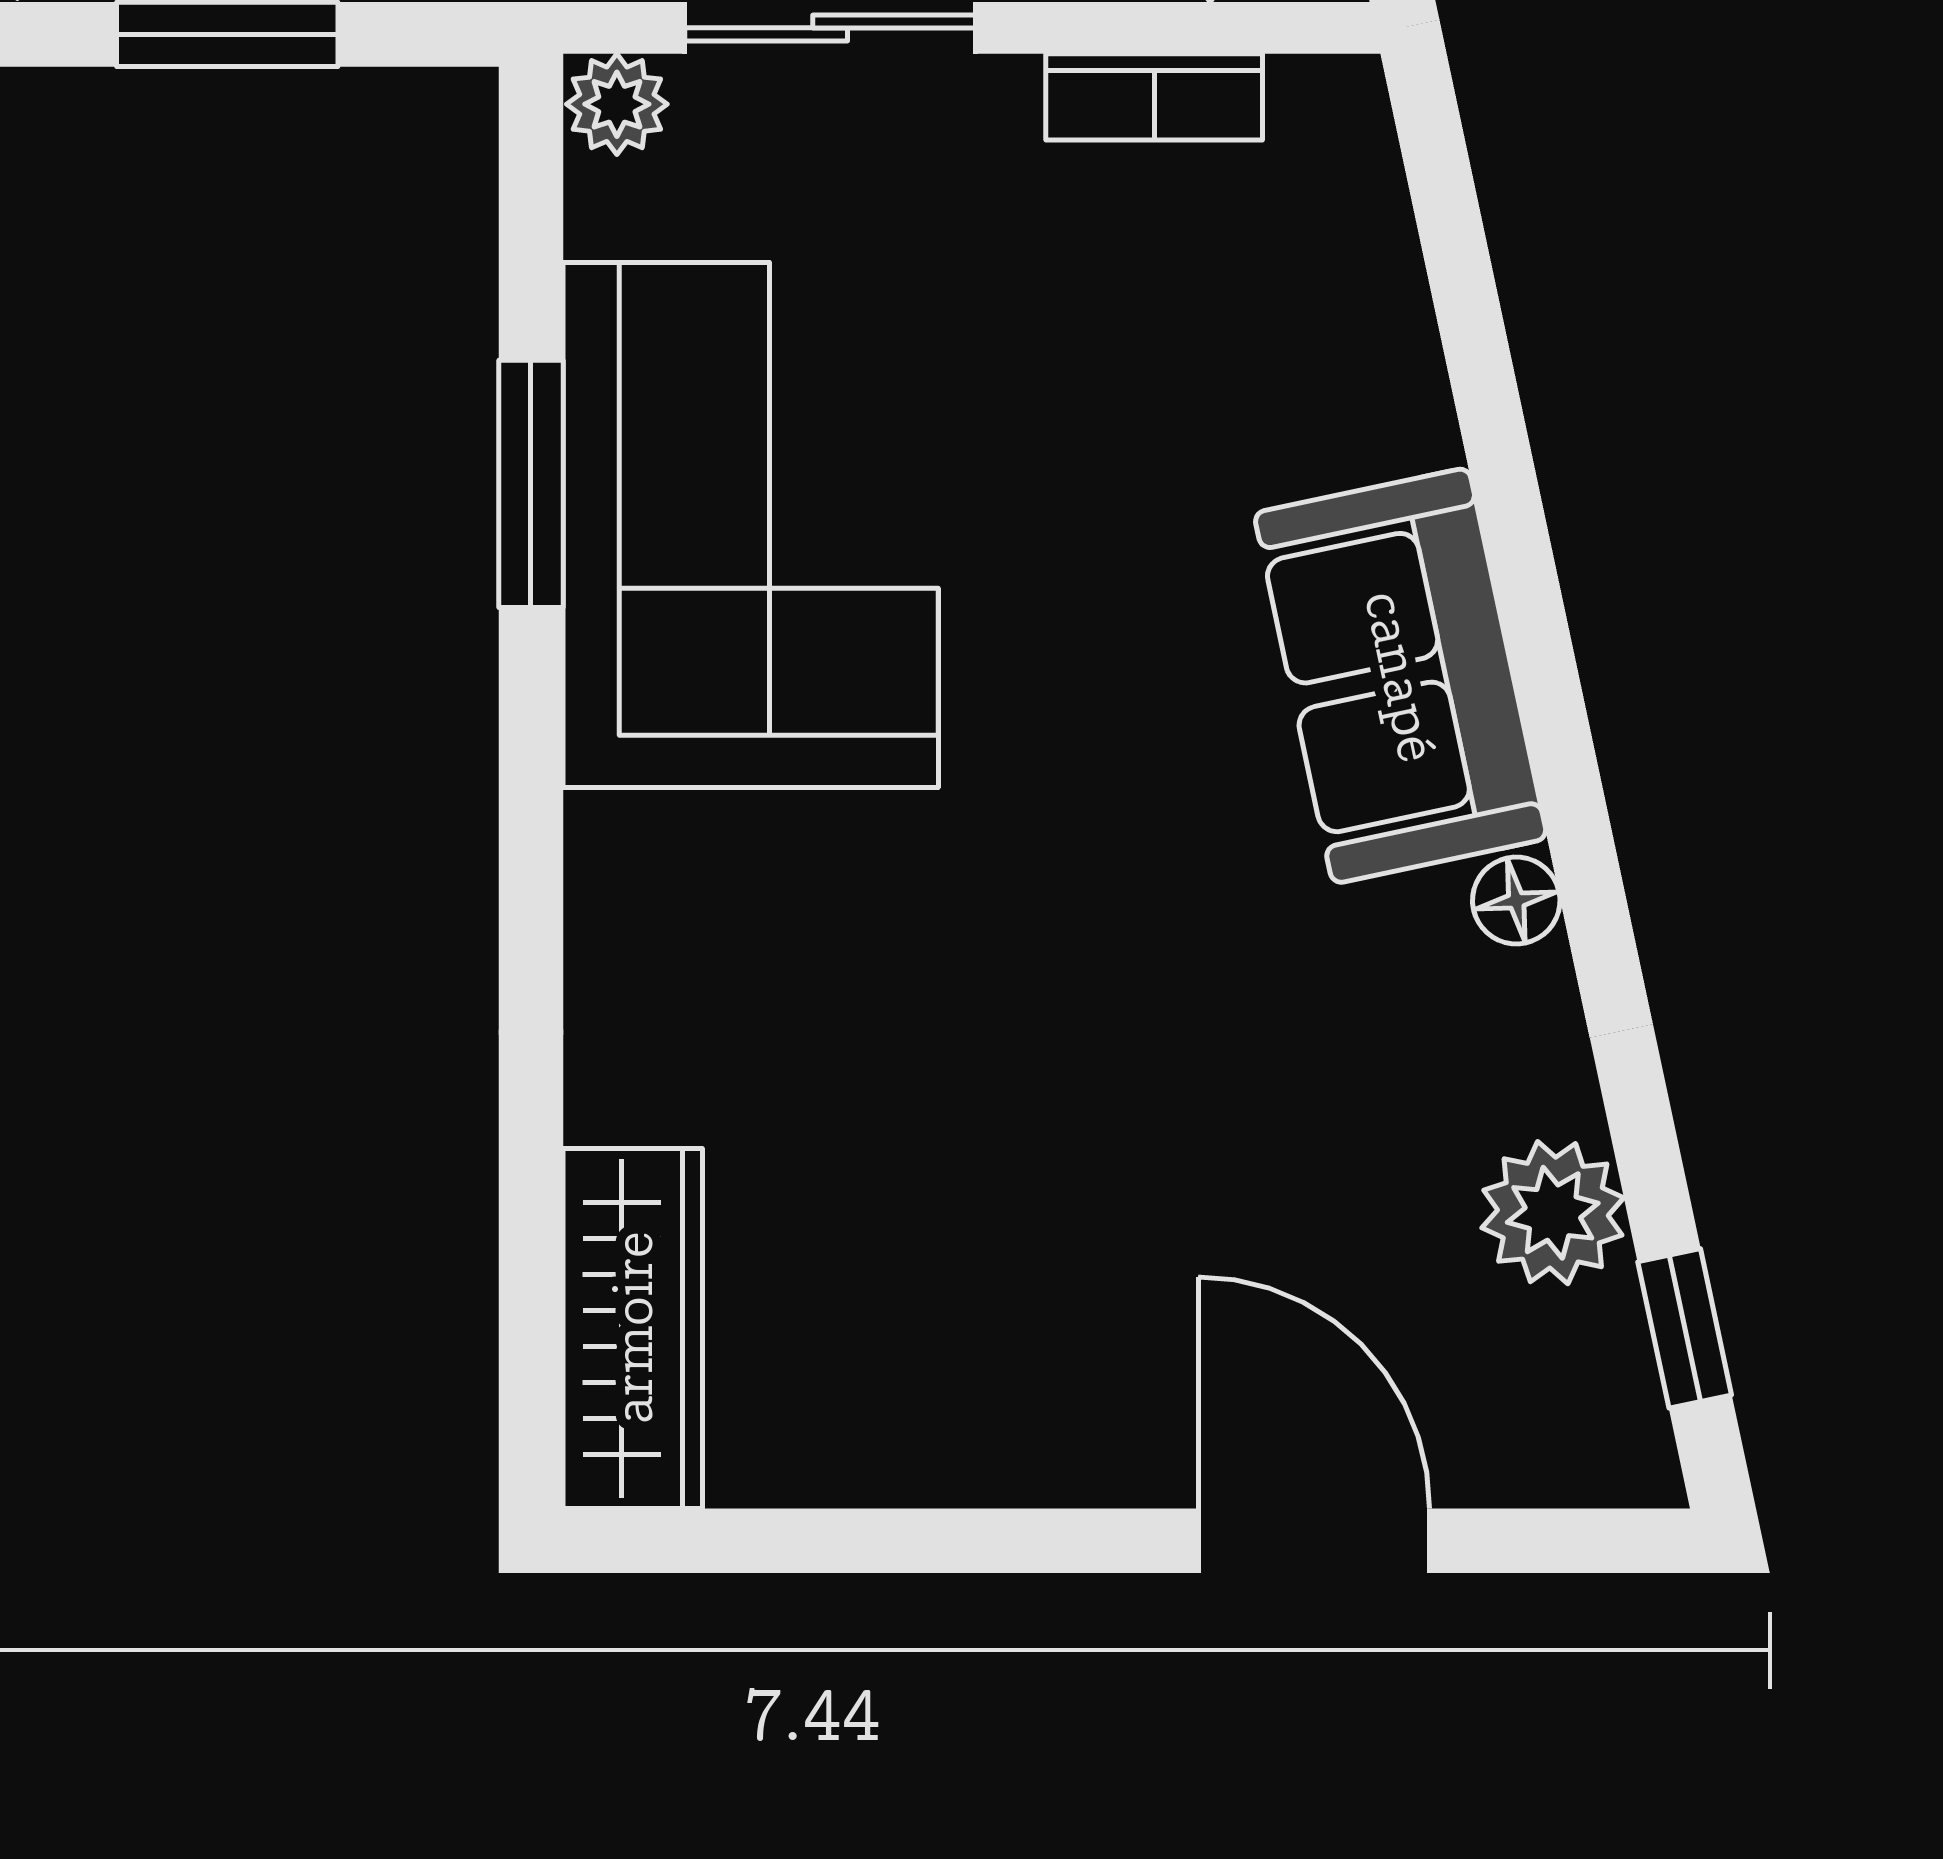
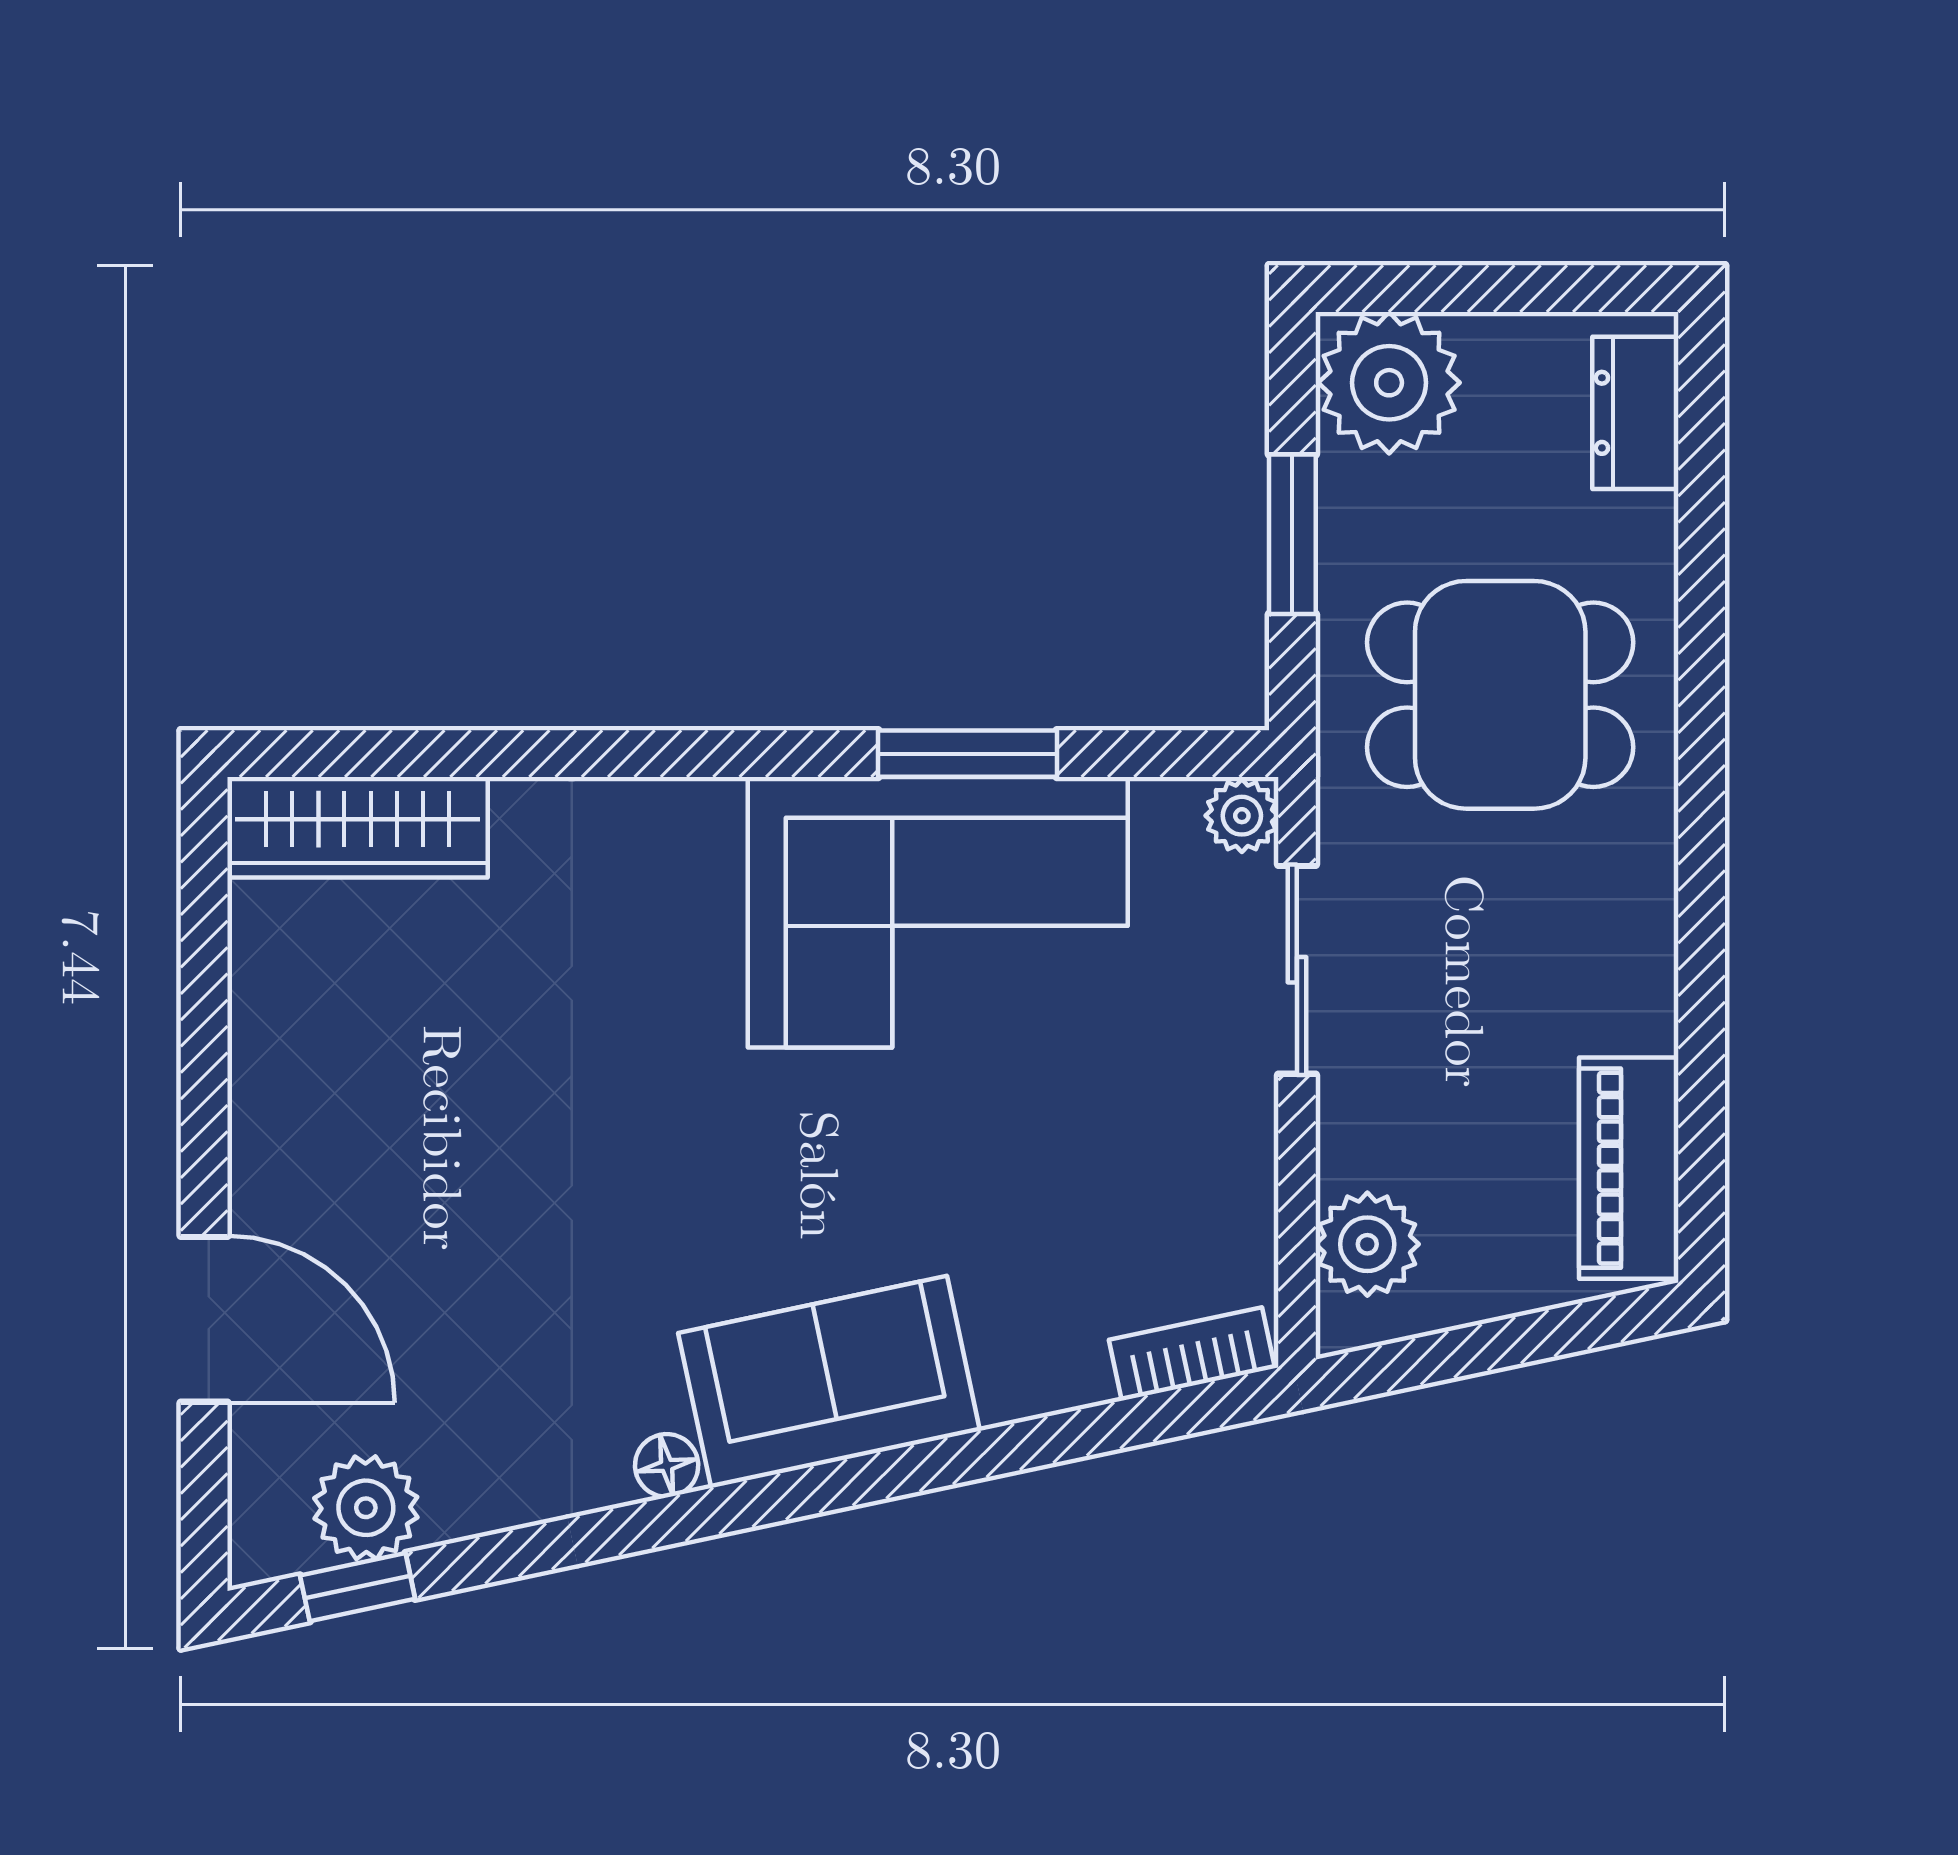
bookcase: (1154, 97) -> (1192, 1354), moved, turned 78
plant: (1553, 1213) -> (366, 1508), moved
door: (1314, 1541) -> (204, 1319), hinge flipped

